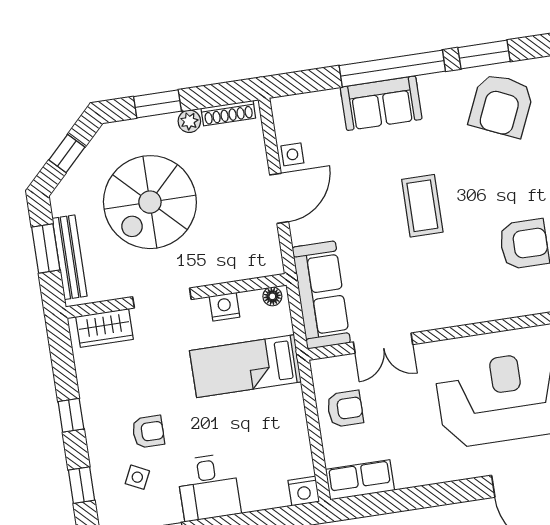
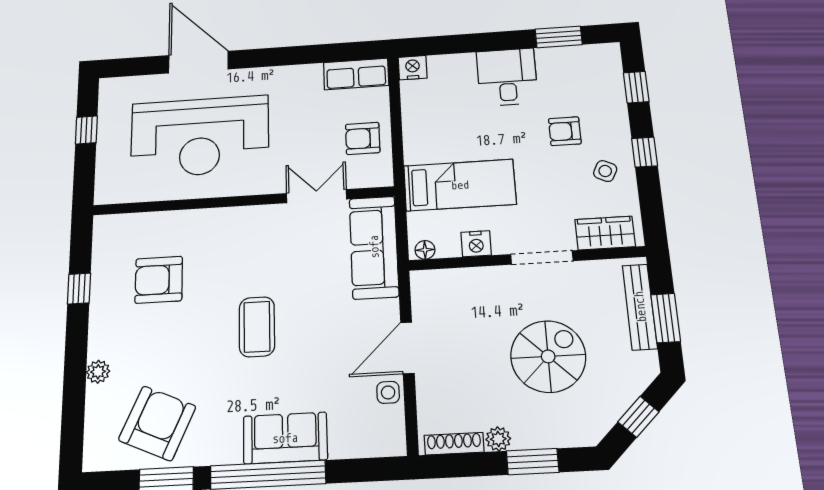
spiral stairs: (150, 202) -> (548, 356), width x0.73, depth x0.73
side table: (137, 477) -> (605, 171), moved

